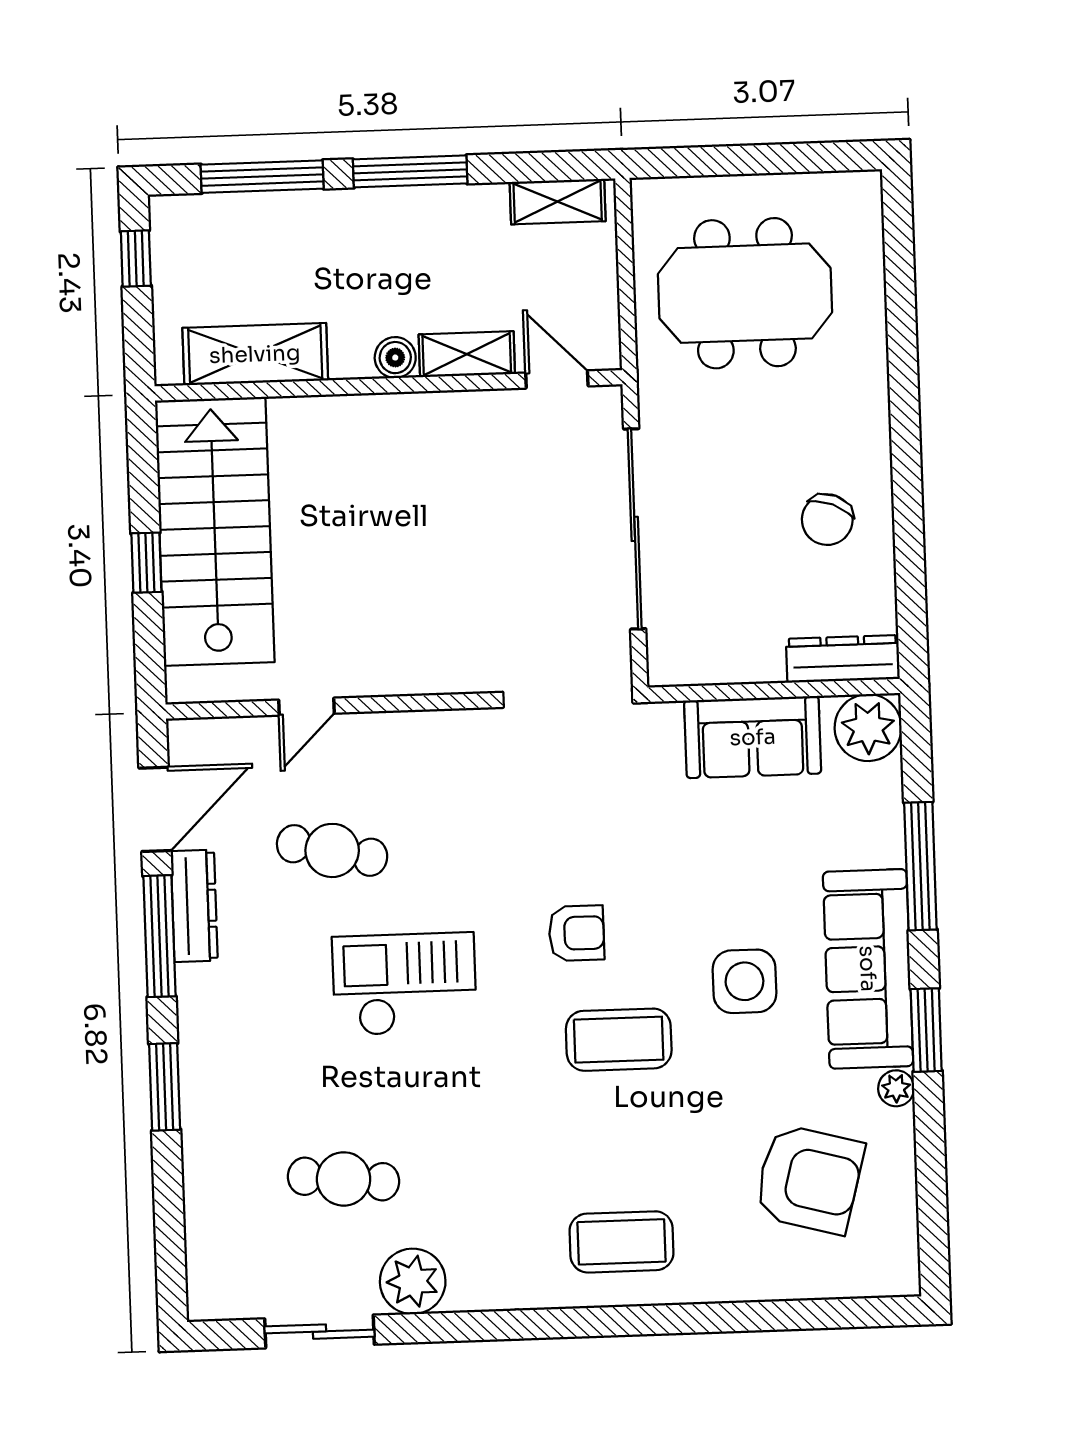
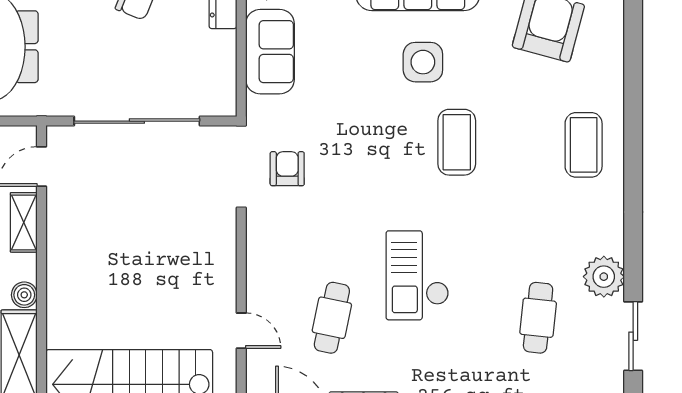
boiler: (395, 358) -> (24, 295), moved
armchair: (577, 933) -> (287, 169), moved

